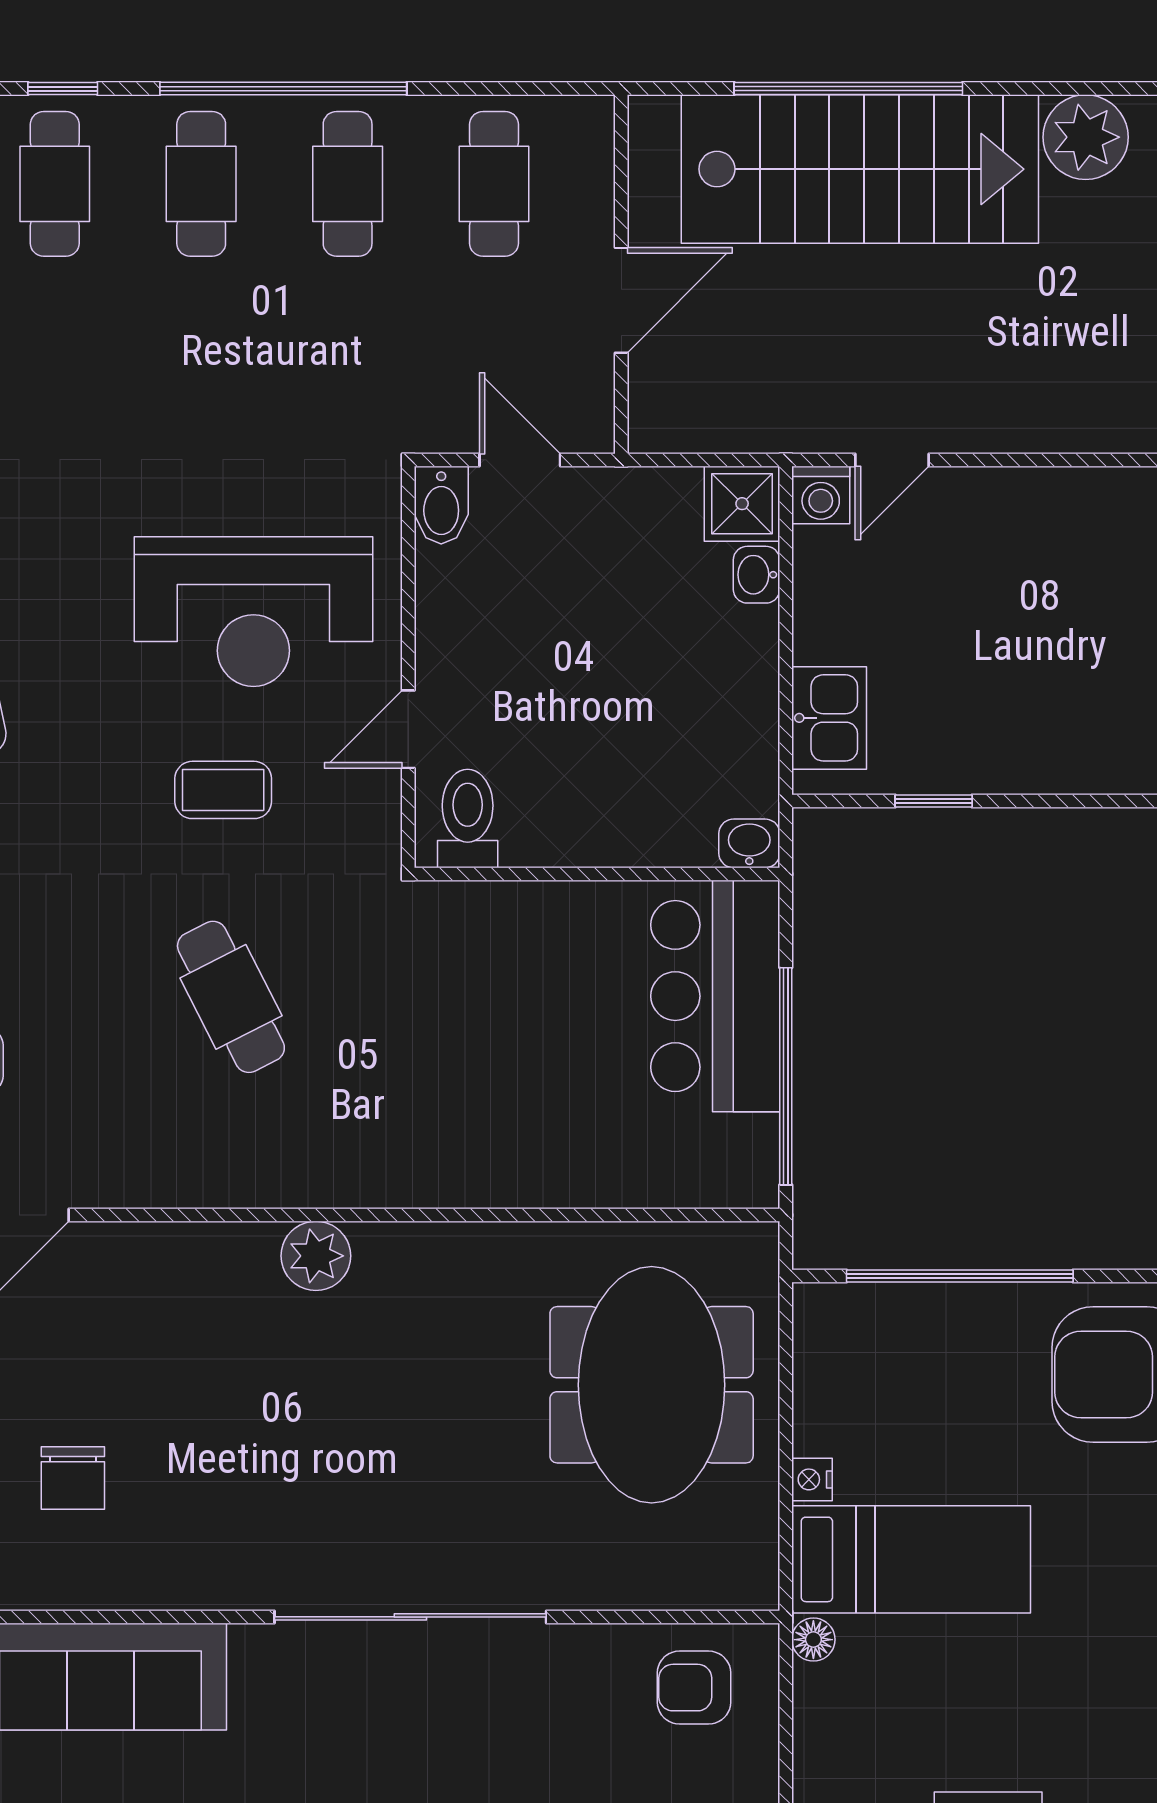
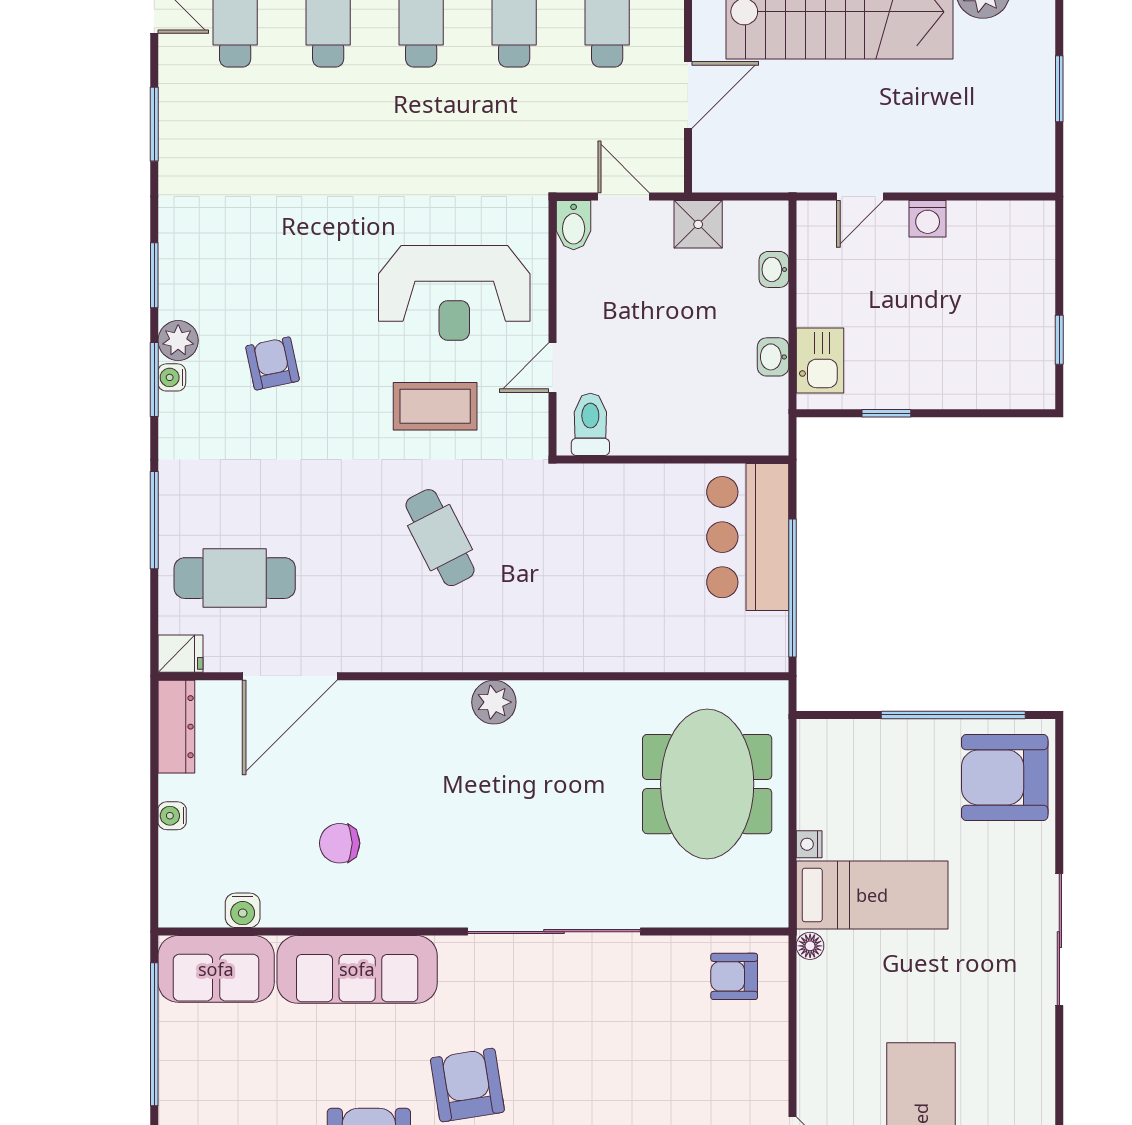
washing machine: (821, 495) -> (928, 219), moved
shower: (742, 504) -> (698, 224), moved
coffee table: (223, 790) -> (435, 406), width x1.36, depth x1.30
washbasin: (749, 843) -> (773, 357), moved, turned -90
window: (960, 1276) -> (953, 715), moved
chair: (73, 1478) -> (340, 843), turned 90

